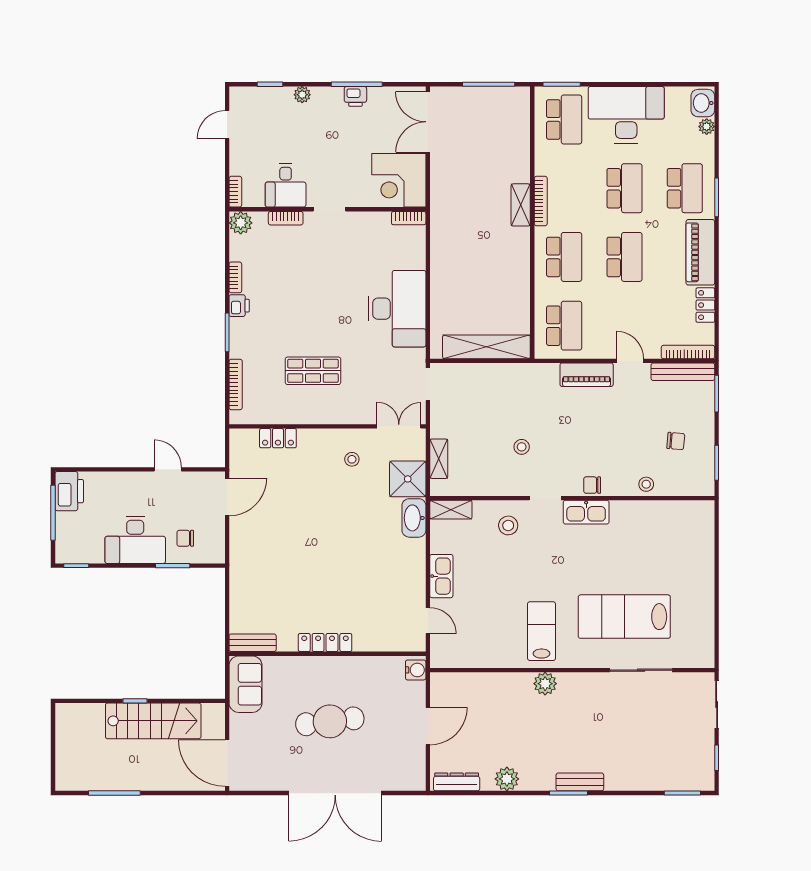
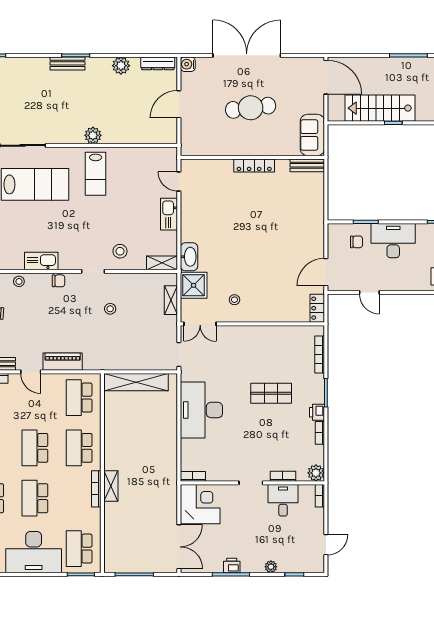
shop shelf: (313, 371) -> (271, 393), moved
locker: (278, 438) -> (317, 308), moved, turned -90
kitchen sink: (586, 512) -> (41, 261), moved
water cooler: (416, 670) -> (188, 64), moved

